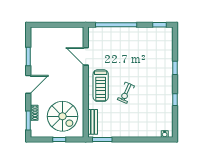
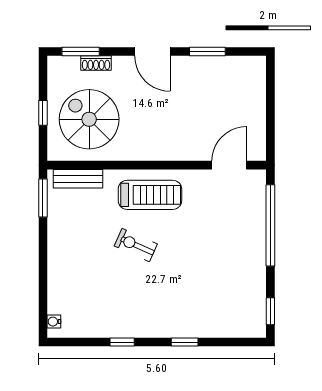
door: (86, 56) -> (229, 165), moved
treadmill: (101, 86) -> (150, 195), turned 180
spiral stairs: (62, 116) -> (89, 119), turned 90

